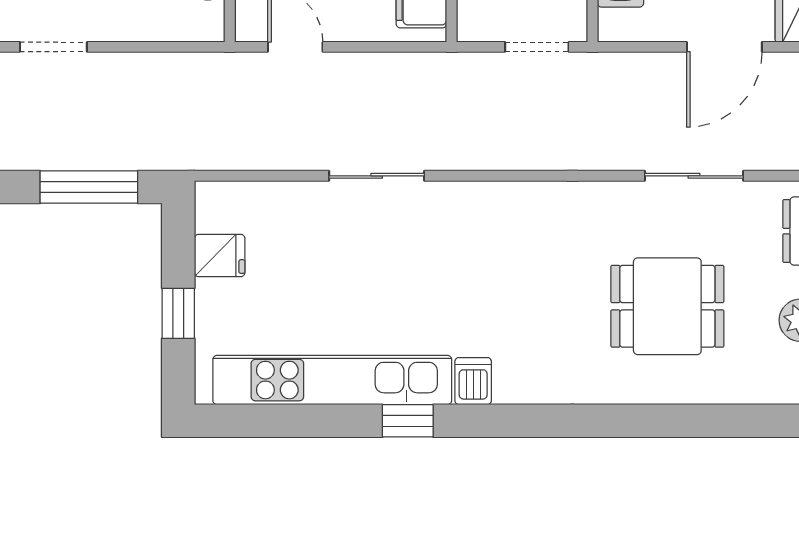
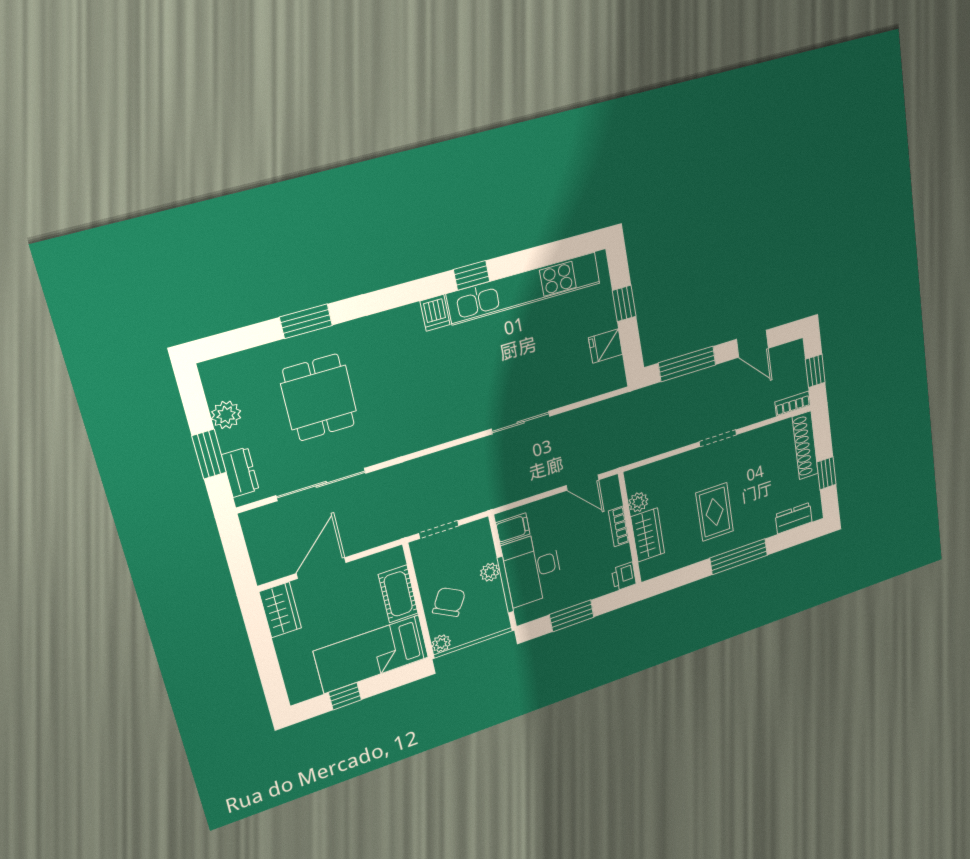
sliding door: (694, 176) -> (321, 484), width x1.37
dining table: (667, 306) -> (319, 397), turned 90
window: (659, 421) -> (306, 321), added

